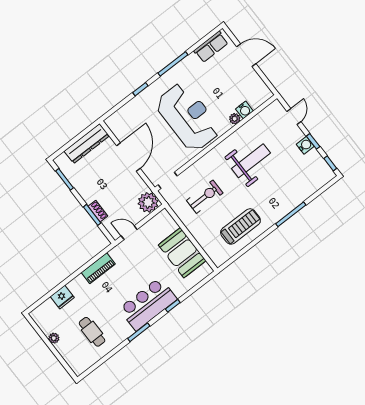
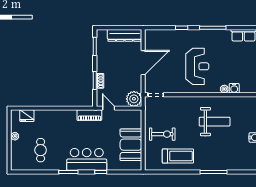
reception desk: (188, 117) -> (197, 66), width x0.74, depth x0.77
exercise bike: (205, 197) -> (162, 134), moved
piano: (98, 268) -> (89, 115), moved
fridge: (62, 297) -> (27, 116), moved

